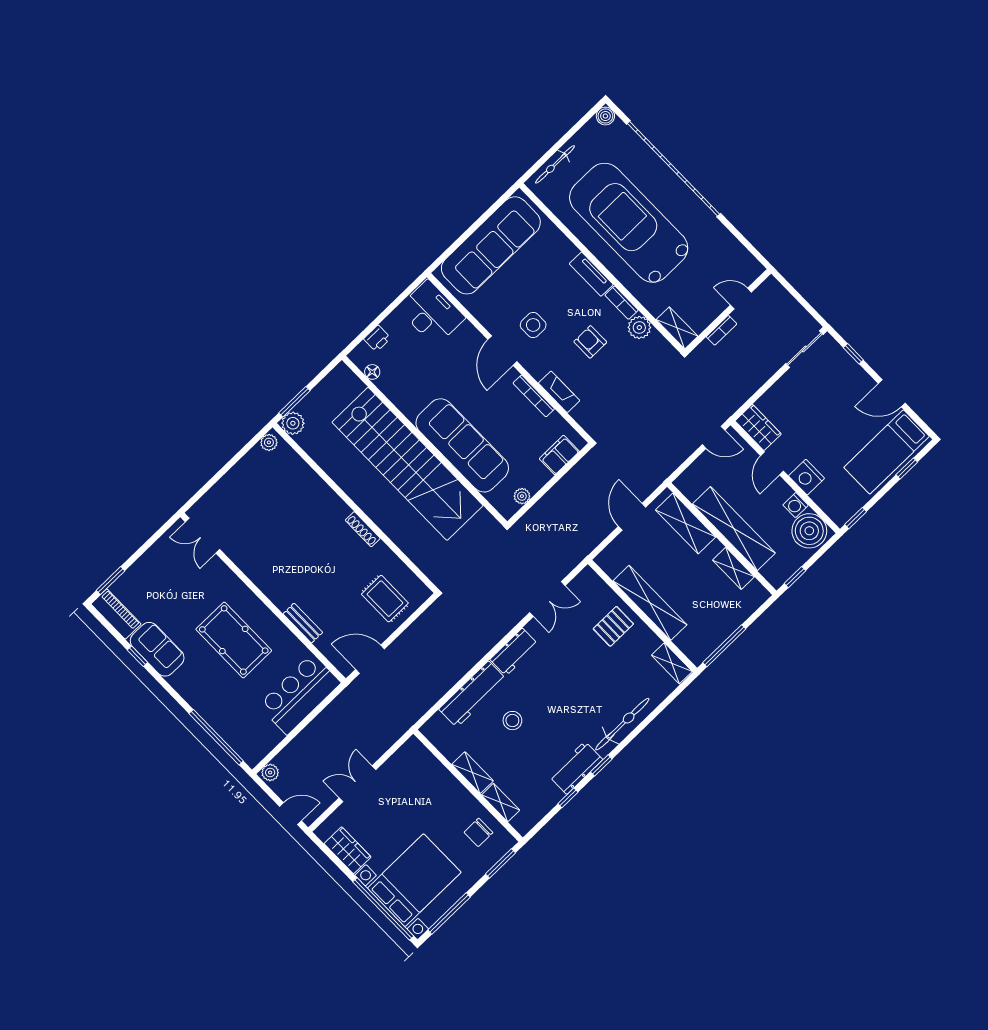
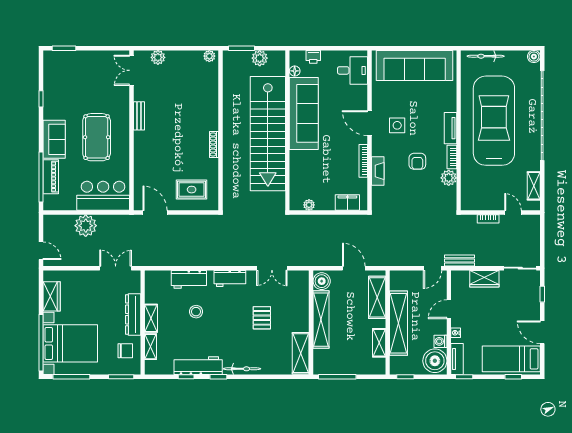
desk: (432, 313) -> (352, 70), width x0.73
shelving: (677, 328) -> (534, 186), moved
armchair: (590, 342) -> (417, 161), turned 180
door: (502, 351) -> (370, 123), hinge flipped
bench: (734, 402) -> (460, 260), added
plant: (293, 423) -> (260, 58), moved
wardrobe: (758, 427) -> (484, 279), moved, turned 90
door: (714, 437) -> (432, 268), hinge flipped
sofa: (462, 445) -> (304, 113), moved
nightstand: (807, 477) -> (456, 333), width x0.53, depth x0.56
plant: (217, 496) -> (158, 57), added
tv unit: (830, 507) -> (457, 359), added
door: (632, 517) -> (354, 268), hinge flipped
boiler: (612, 562) -> (322, 281), added
rug: (385, 599) -> (192, 190), turned 90
piano: (116, 614) -> (51, 177), moved
bench: (303, 623) -> (139, 116), moved
pallet: (613, 626) -> (262, 318), moved, turned 90
sofa: (157, 649) -> (54, 139), moved
shelving: (672, 663) -> (301, 353), width x1.50, depth x1.33
workbench: (473, 694) -> (189, 279), width x0.73
bicycle: (622, 724) -> (242, 369), width x0.73, depth x0.71
workbench: (576, 768) -> (198, 366), width x1.38
plant: (270, 772) -> (86, 226), moved, width x1.87, depth x1.87
double door: (357, 784) -> (116, 268), moved
dresser: (450, 787) -> (133, 314), added
chair: (478, 832) -> (125, 351), turned 180

